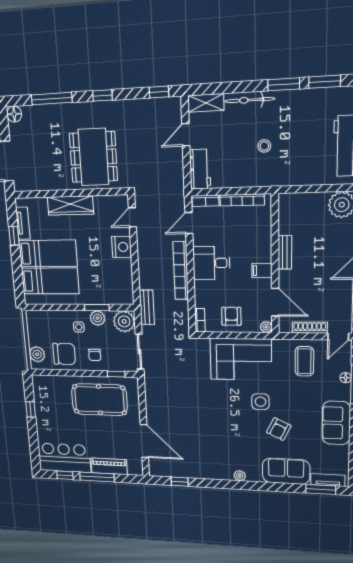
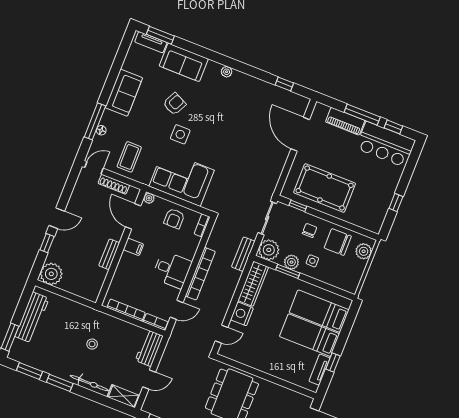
wardrobe: (70, 205) -> (253, 284), moved, turned 90

